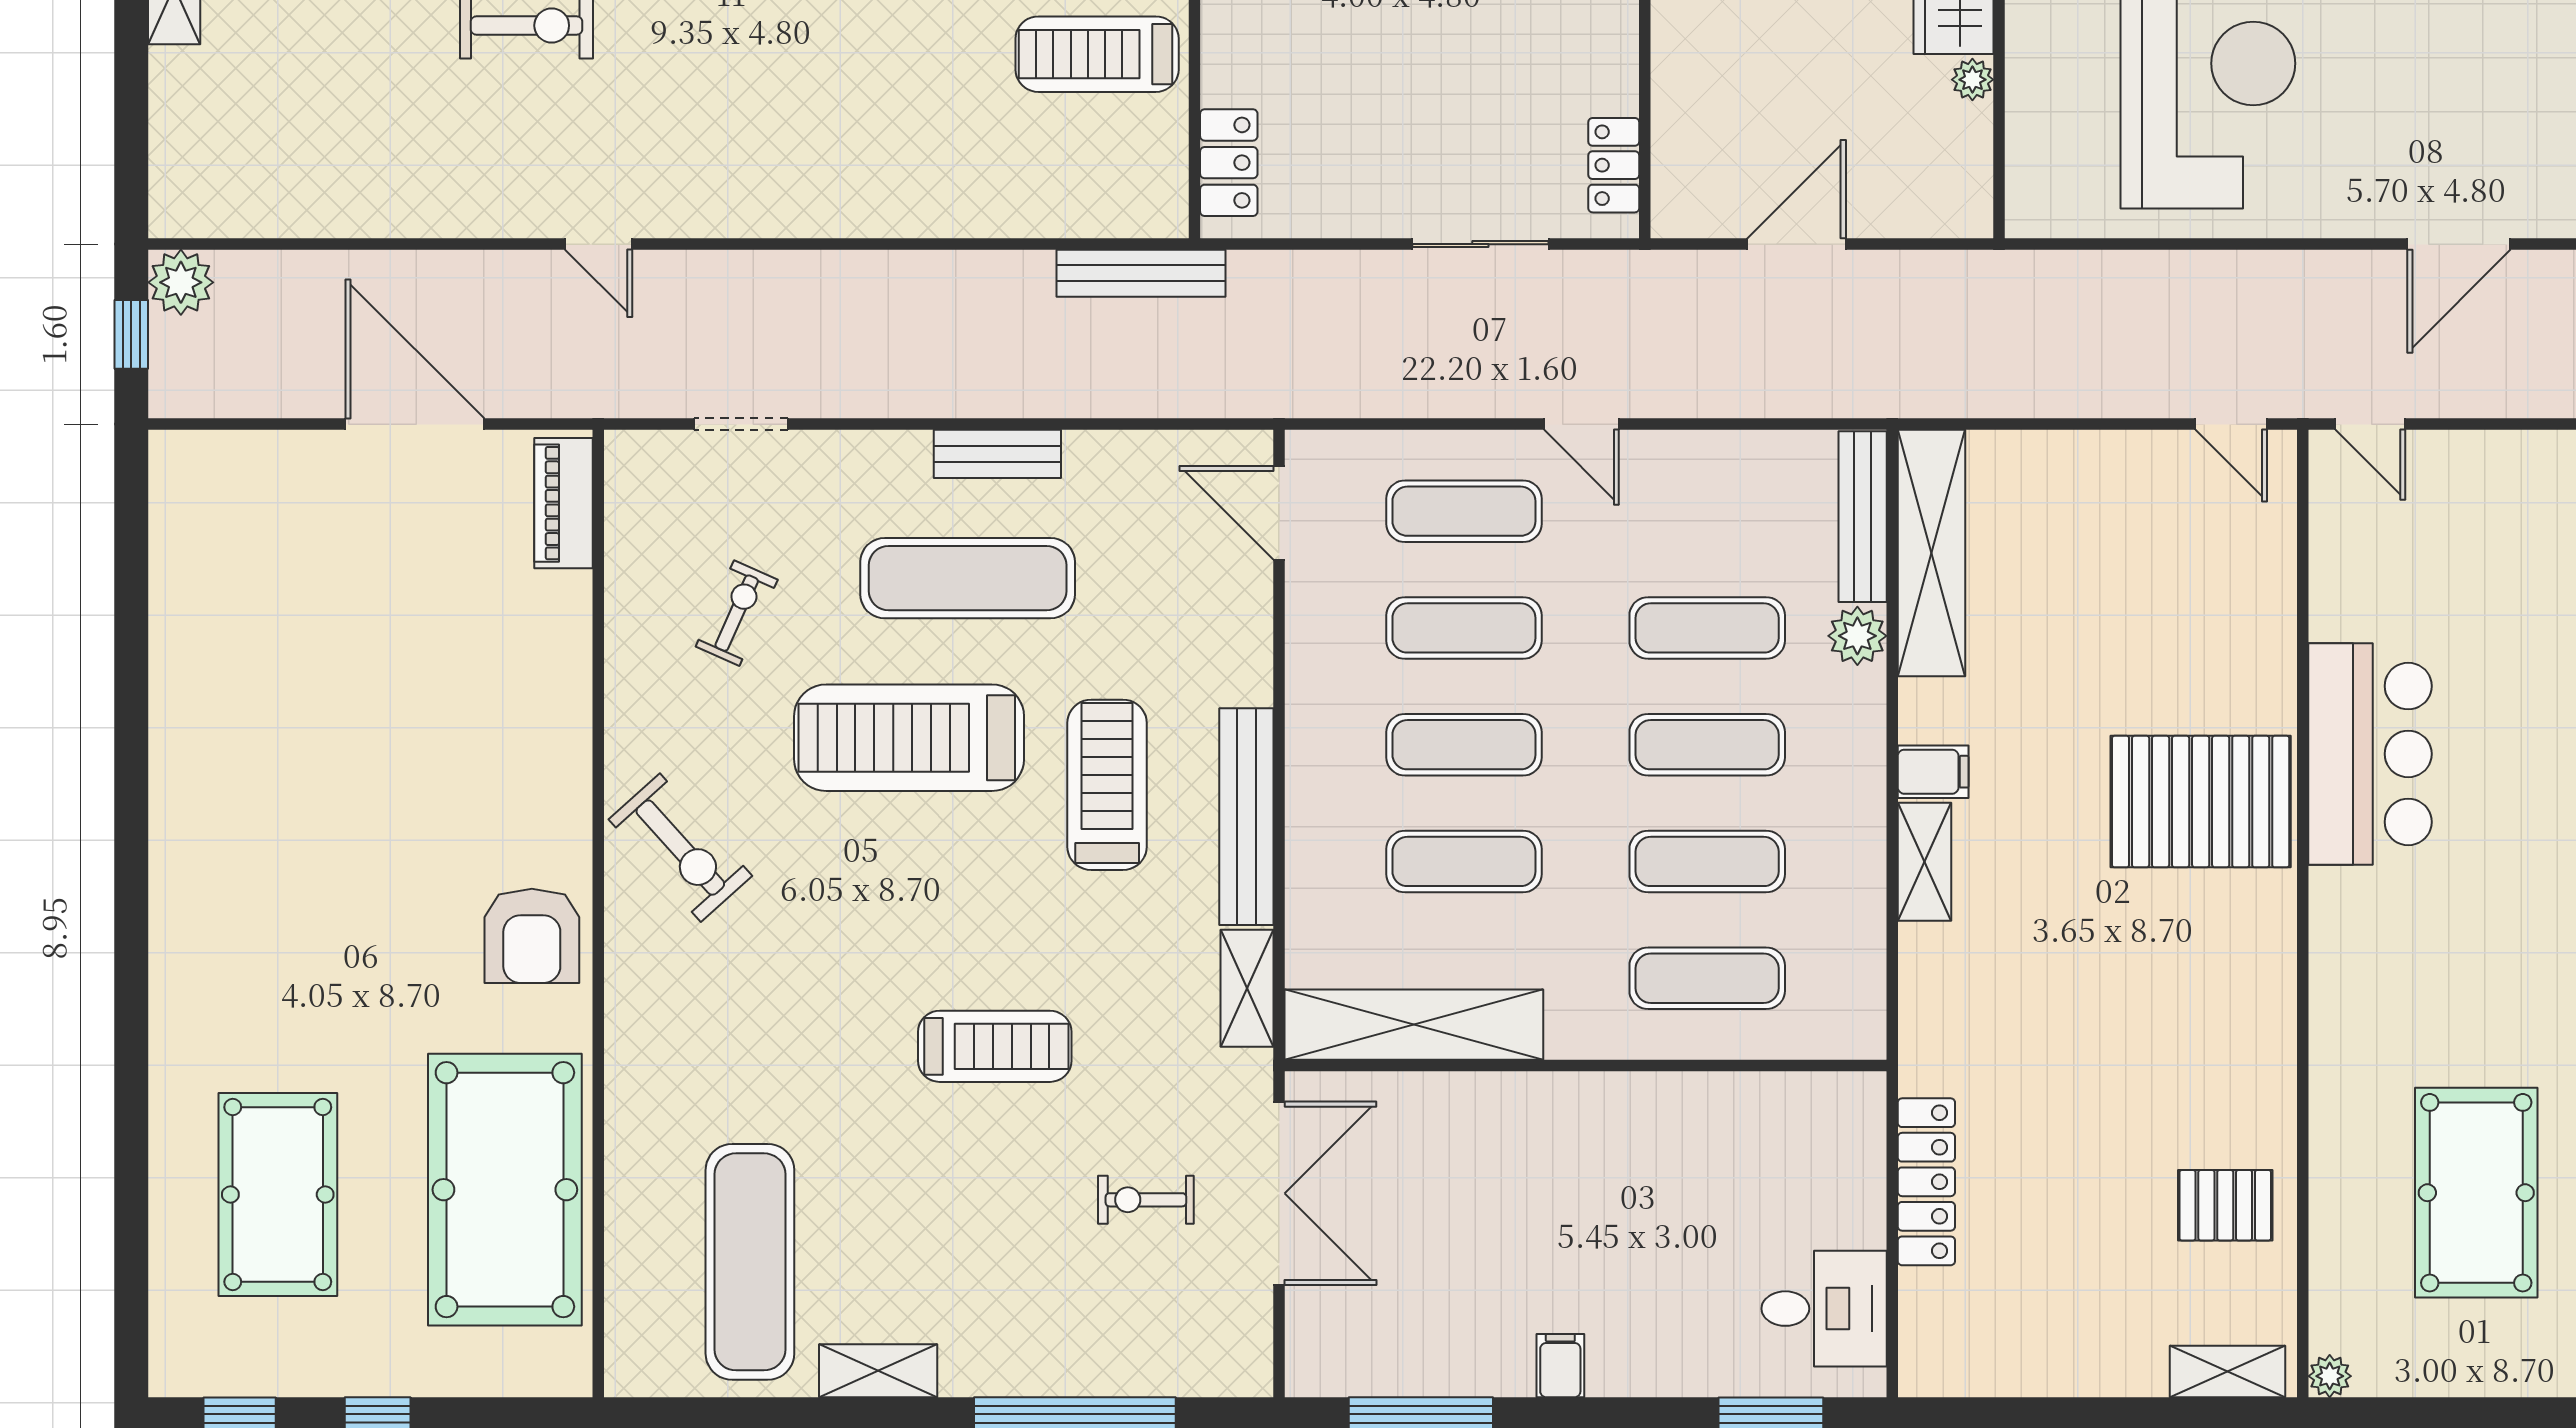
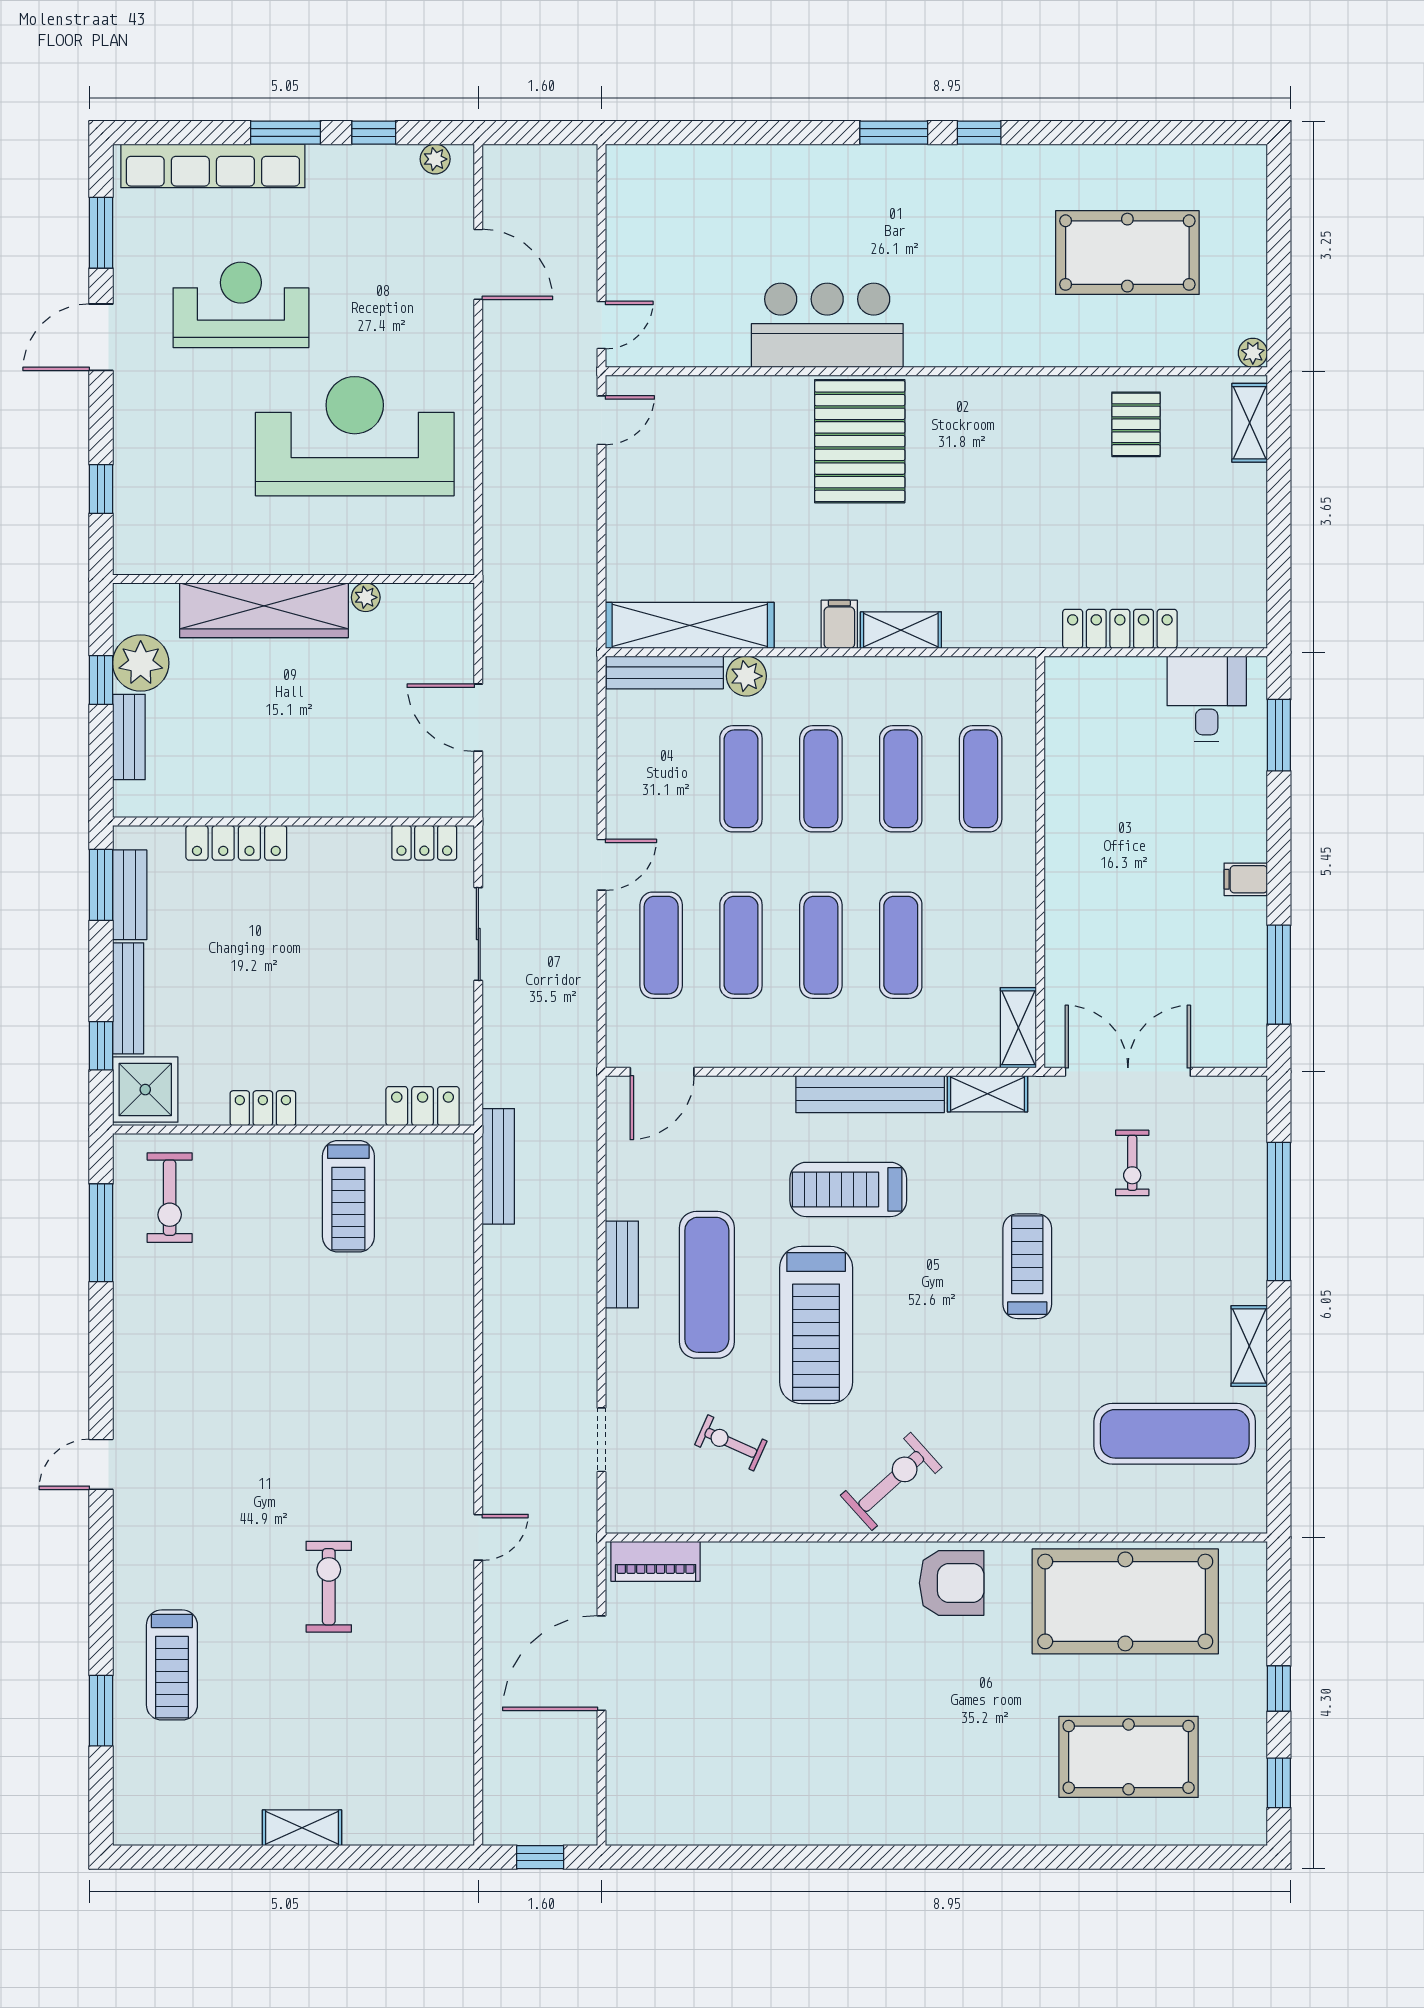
plant: (181, 282) -> (504, 1823), removed
shelving: (1414, 1025) -> (1018, 1028), width x0.45, depth x0.75

